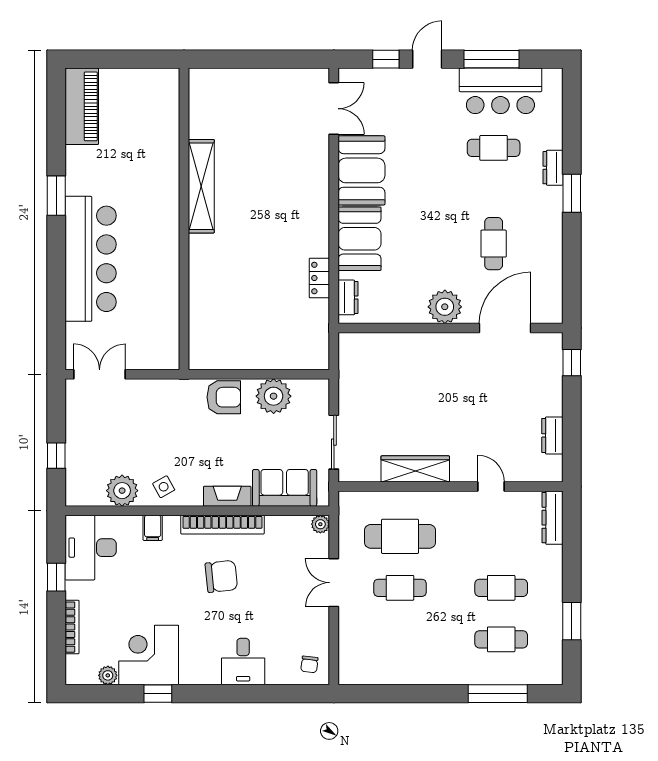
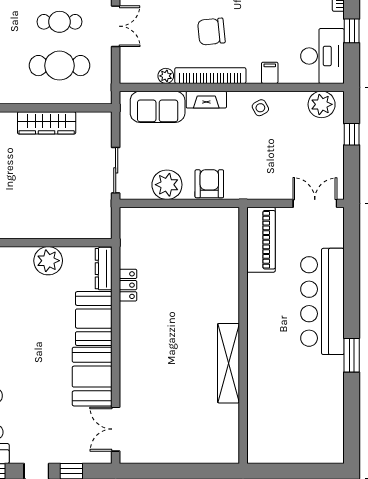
piano: (82, 106) -> (261, 240), moved, turned 180
dresser: (348, 297) -> (104, 269), width x1.44
plant: (445, 307) -> (48, 261), moved
double door: (100, 374) -> (315, 203), swing flipped
armchair: (224, 397) -> (209, 184), turned 90
sliding door: (334, 442) -> (116, 170), moved
plant: (122, 491) -> (322, 104), moved
plant: (320, 524) -> (166, 76), moved

